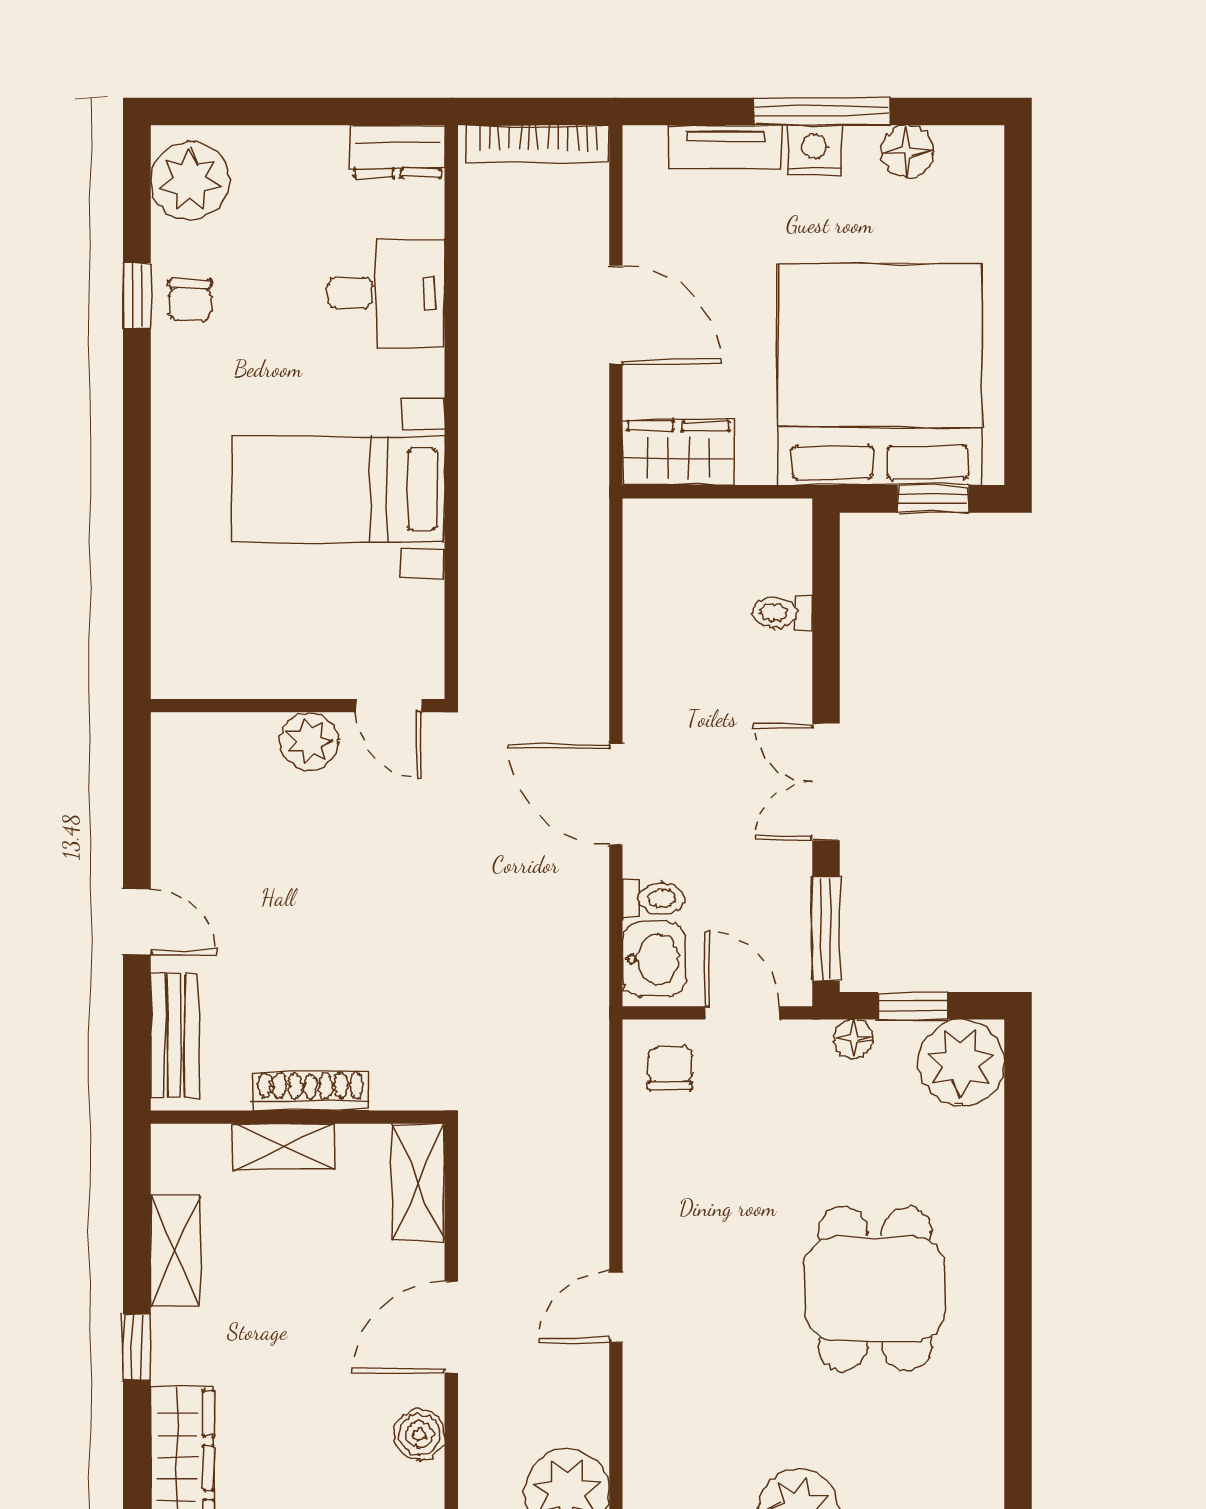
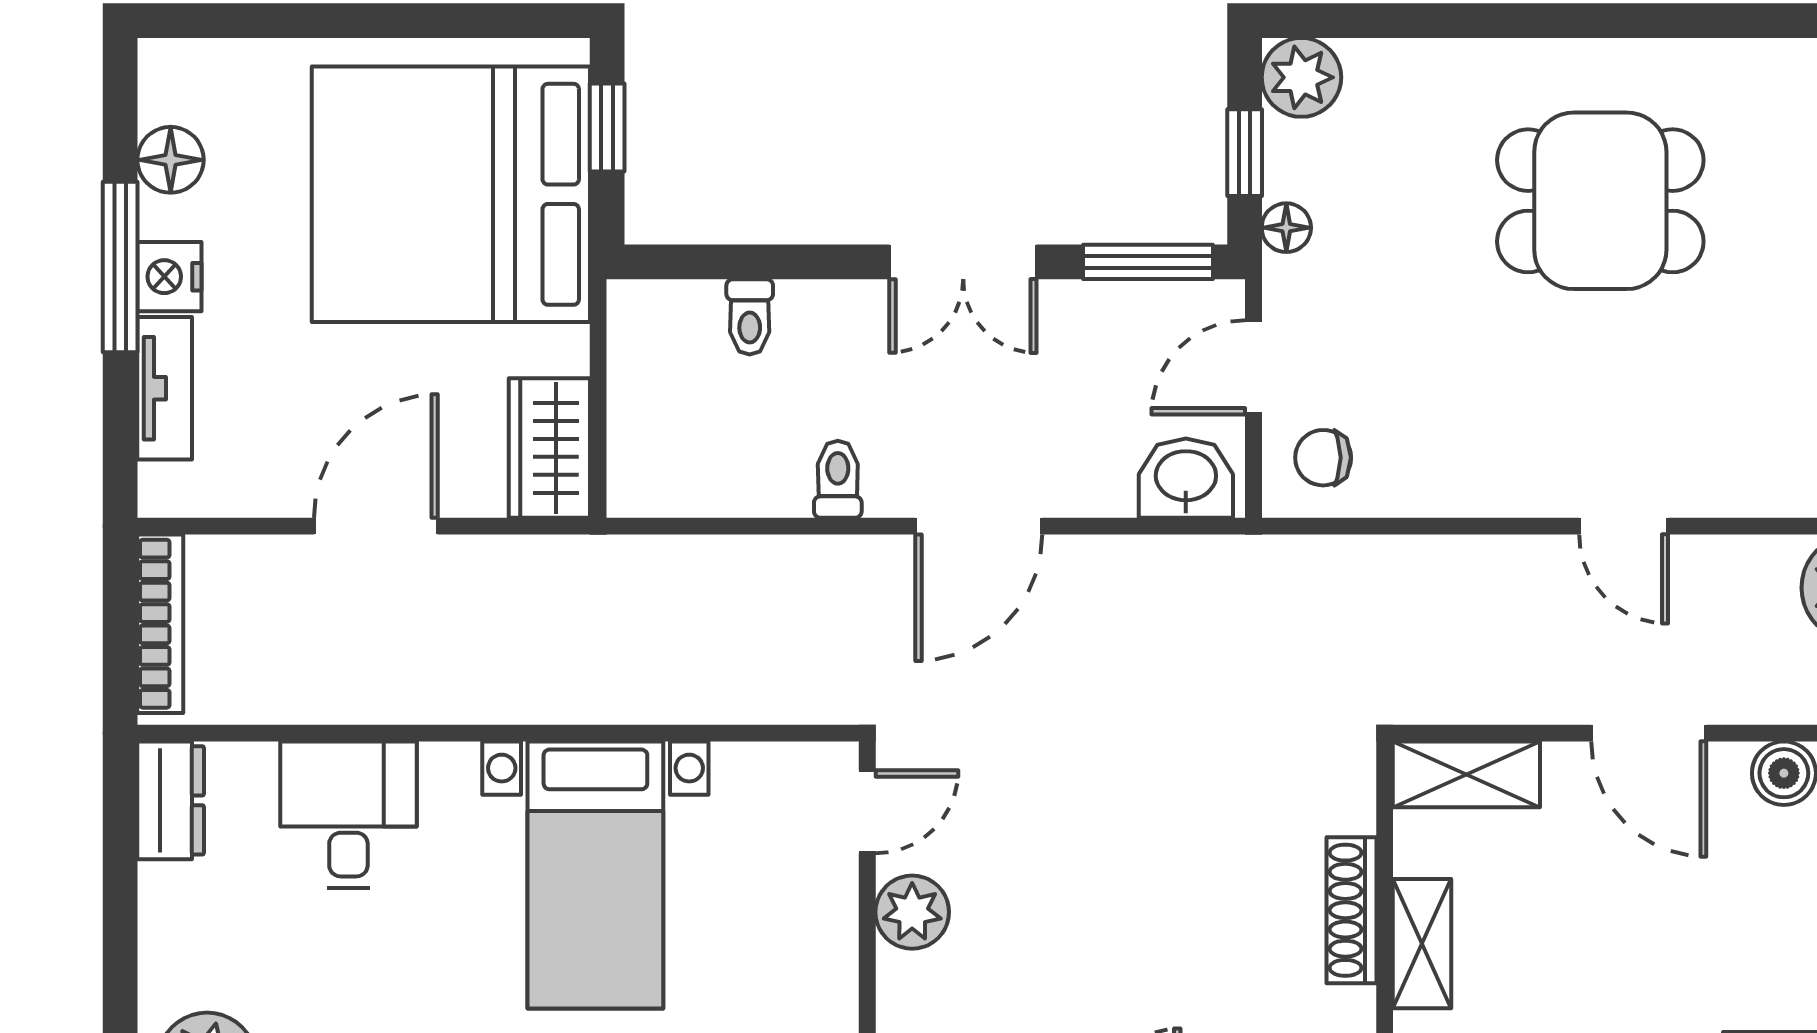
toilet: (653, 898) -> (838, 479), moved
plant: (961, 1062) -> (1301, 77), width x0.73, depth x0.73

